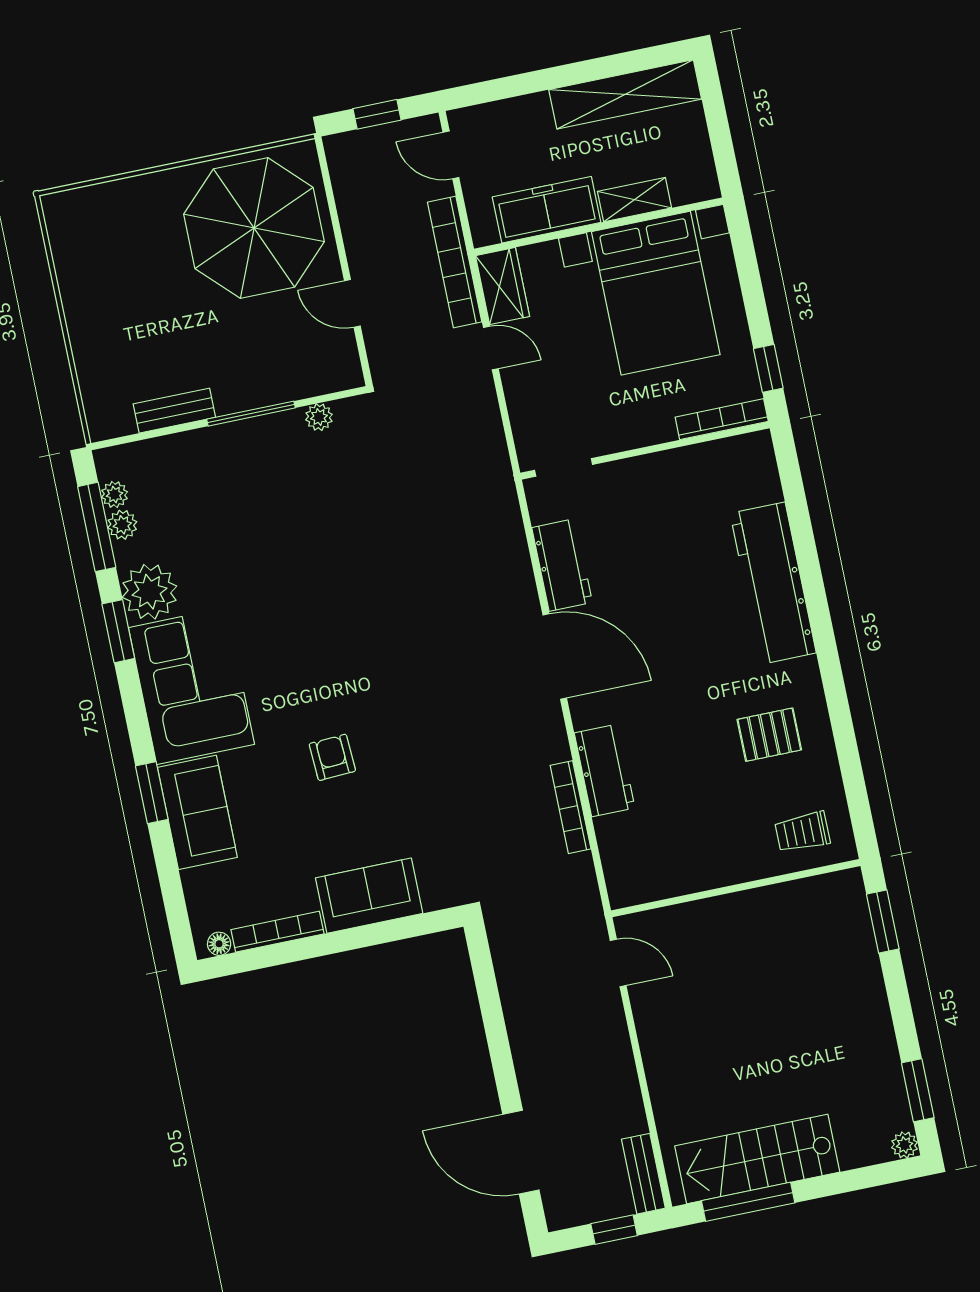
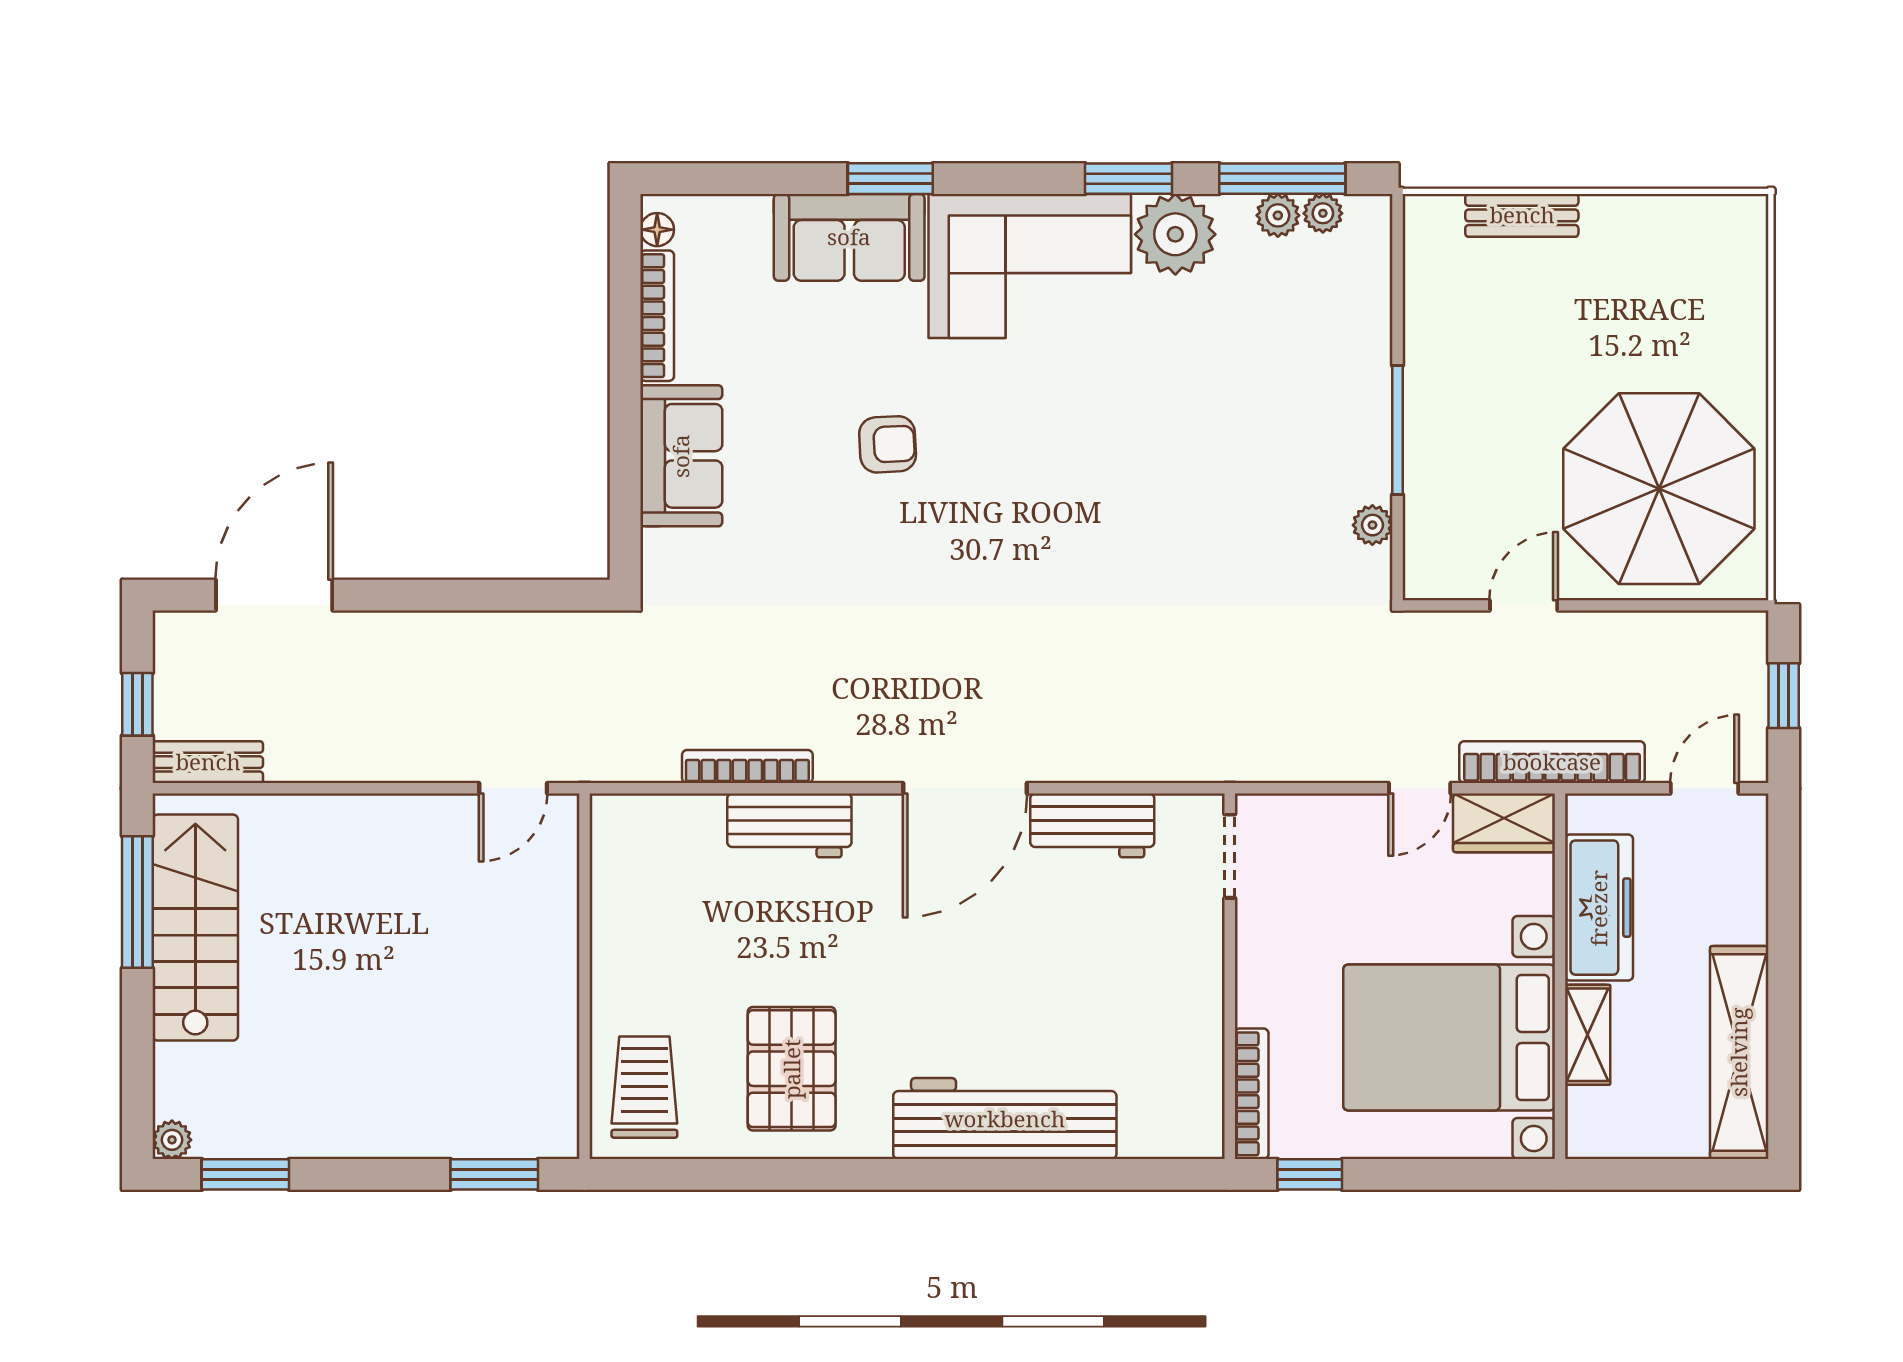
bench: (174, 411) -> (1522, 215), moved, turned 90
pallet: (769, 735) -> (792, 1069), width x1.50, depth x1.42
trolley: (802, 832) -> (644, 1087), width x1.36, depth x1.39

